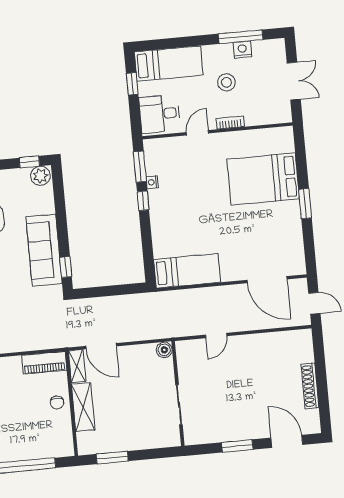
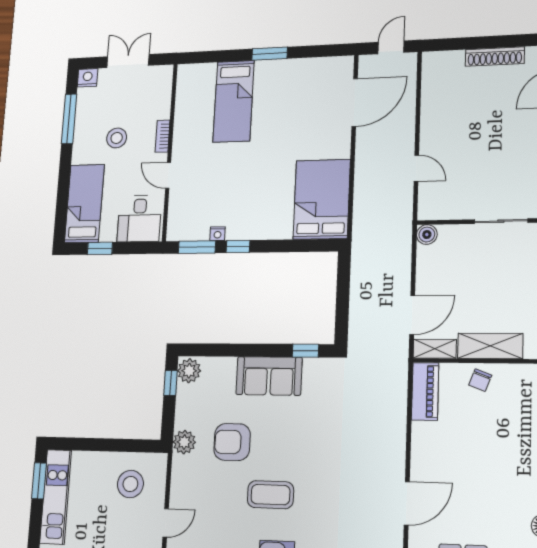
nightstand: (242, 50) -> (88, 78), moved, turned 90
bed: (263, 179) -> (234, 101), width x0.67
sofa: (44, 250) -> (269, 376), width x0.73
bed: (187, 271) -> (322, 199), width x1.50
chair: (57, 403) -> (480, 380), turned 109

